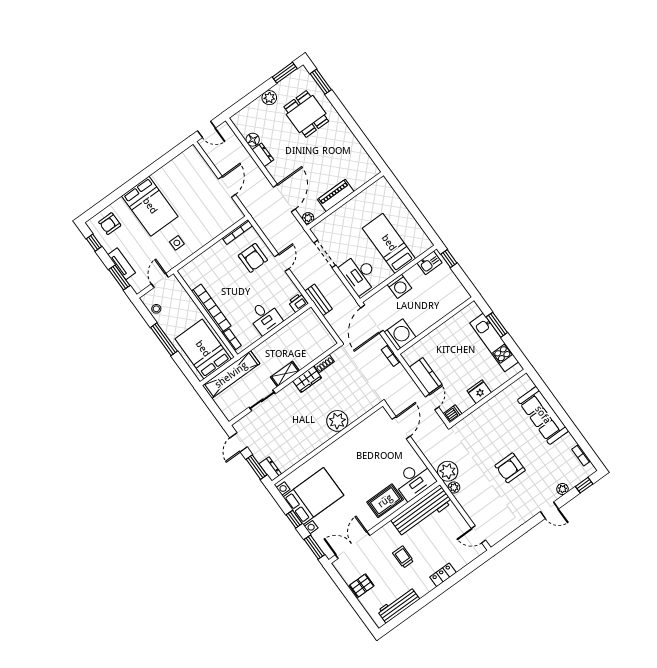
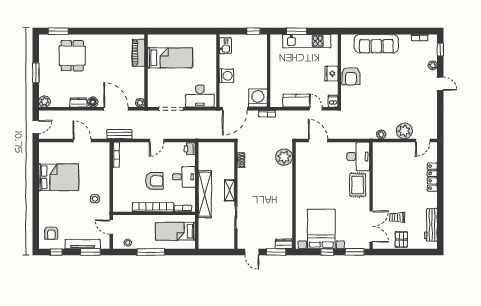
window: (285, 73) -> (36, 73), moved
plant: (269, 98) -> (45, 102), moved
dining table: (306, 114) -> (72, 56), turned 90
floor lamp: (253, 140) -> (93, 102), moved
piano: (336, 195) -> (138, 53), moved
bed: (150, 206) -> (59, 177), moved
bed: (389, 243) -> (170, 58), moved, turned 180
armchair: (253, 258) -> (154, 181), moved
window: (449, 259) -> (254, 31), moved
door: (282, 263) -> (156, 140), swing flipped
tv unit: (122, 264) -> (83, 244), width x1.41
bench: (319, 300) -> (119, 134), moved
door: (372, 319) -> (235, 109), hinge flipped
bed: (203, 349) -> (175, 231), width x0.67
shelving: (231, 375) -> (205, 194), moved
wardrobe: (307, 379) -> (243, 179), removed
plant: (337, 421) -> (284, 157), moved
armchair: (510, 468) -> (351, 76), moved
plant: (448, 471) -> (404, 131), moved
door: (549, 510) -> (440, 84), hinge flipped
workbench: (422, 511) -> (381, 166), removed
double door: (353, 545) -> (371, 226), swing flipped
trolley: (403, 557) -> (397, 217), moved
locker: (443, 575) -> (432, 177), width x1.53

